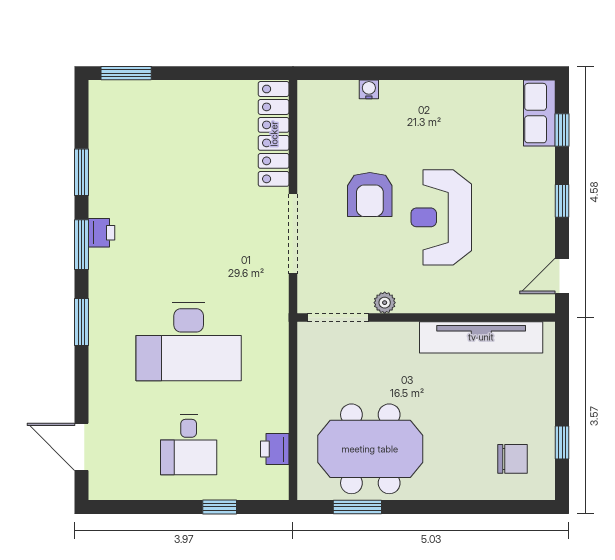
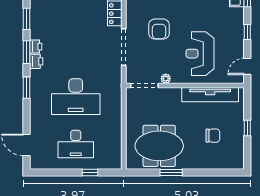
reception desk: (441, 217) -> (200, 54), moved
window: (562, 443) -> (247, 128), moved
desk: (189, 445) -> (76, 144), width x1.37
printer: (275, 449) -> (36, 61), moved, turned 180
chair: (512, 459) -> (213, 136), moved
window: (357, 507) -> (171, 173), moved

